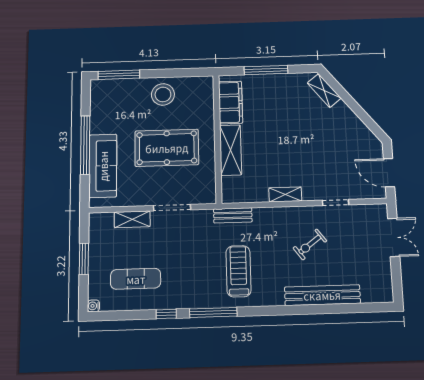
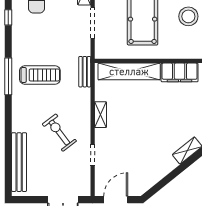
shelving: (231, 150) -> (129, 71), width x1.47
exercise bike: (310, 244) -> (59, 133), width x1.38, depth x1.39
bench: (322, 295) -> (19, 162), moved
window: (213, 312) -> (8, 76), moved

